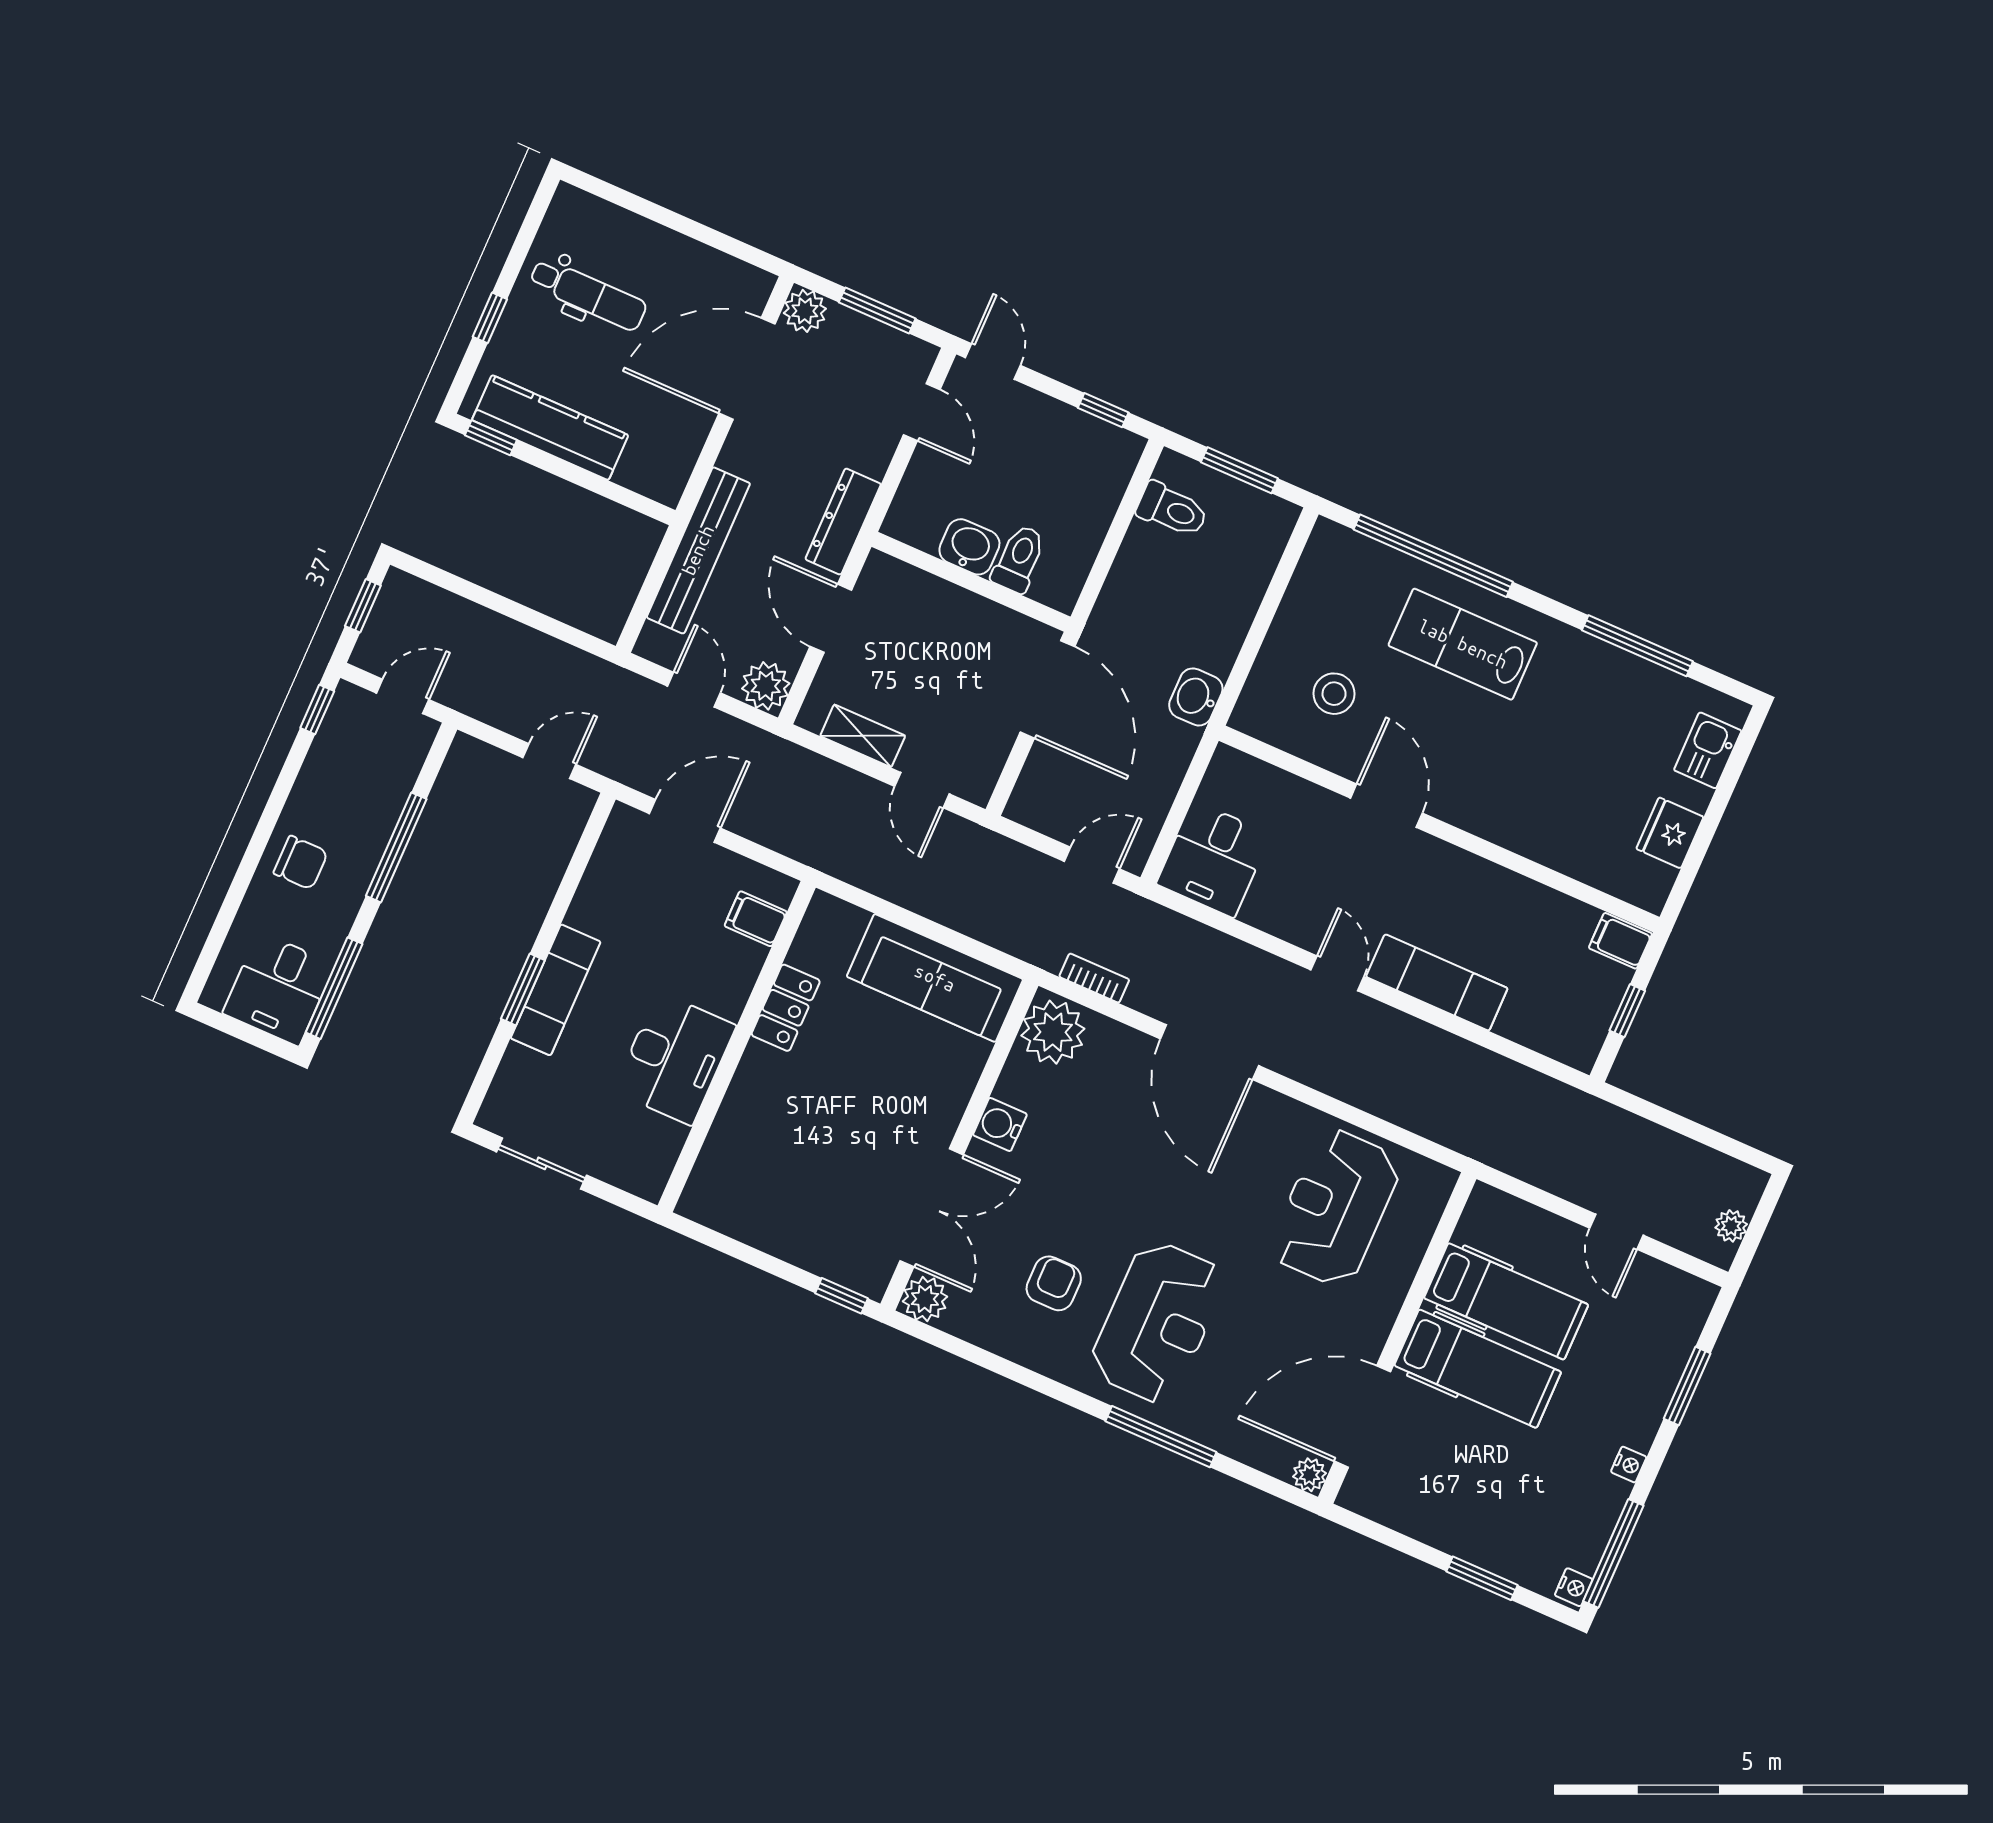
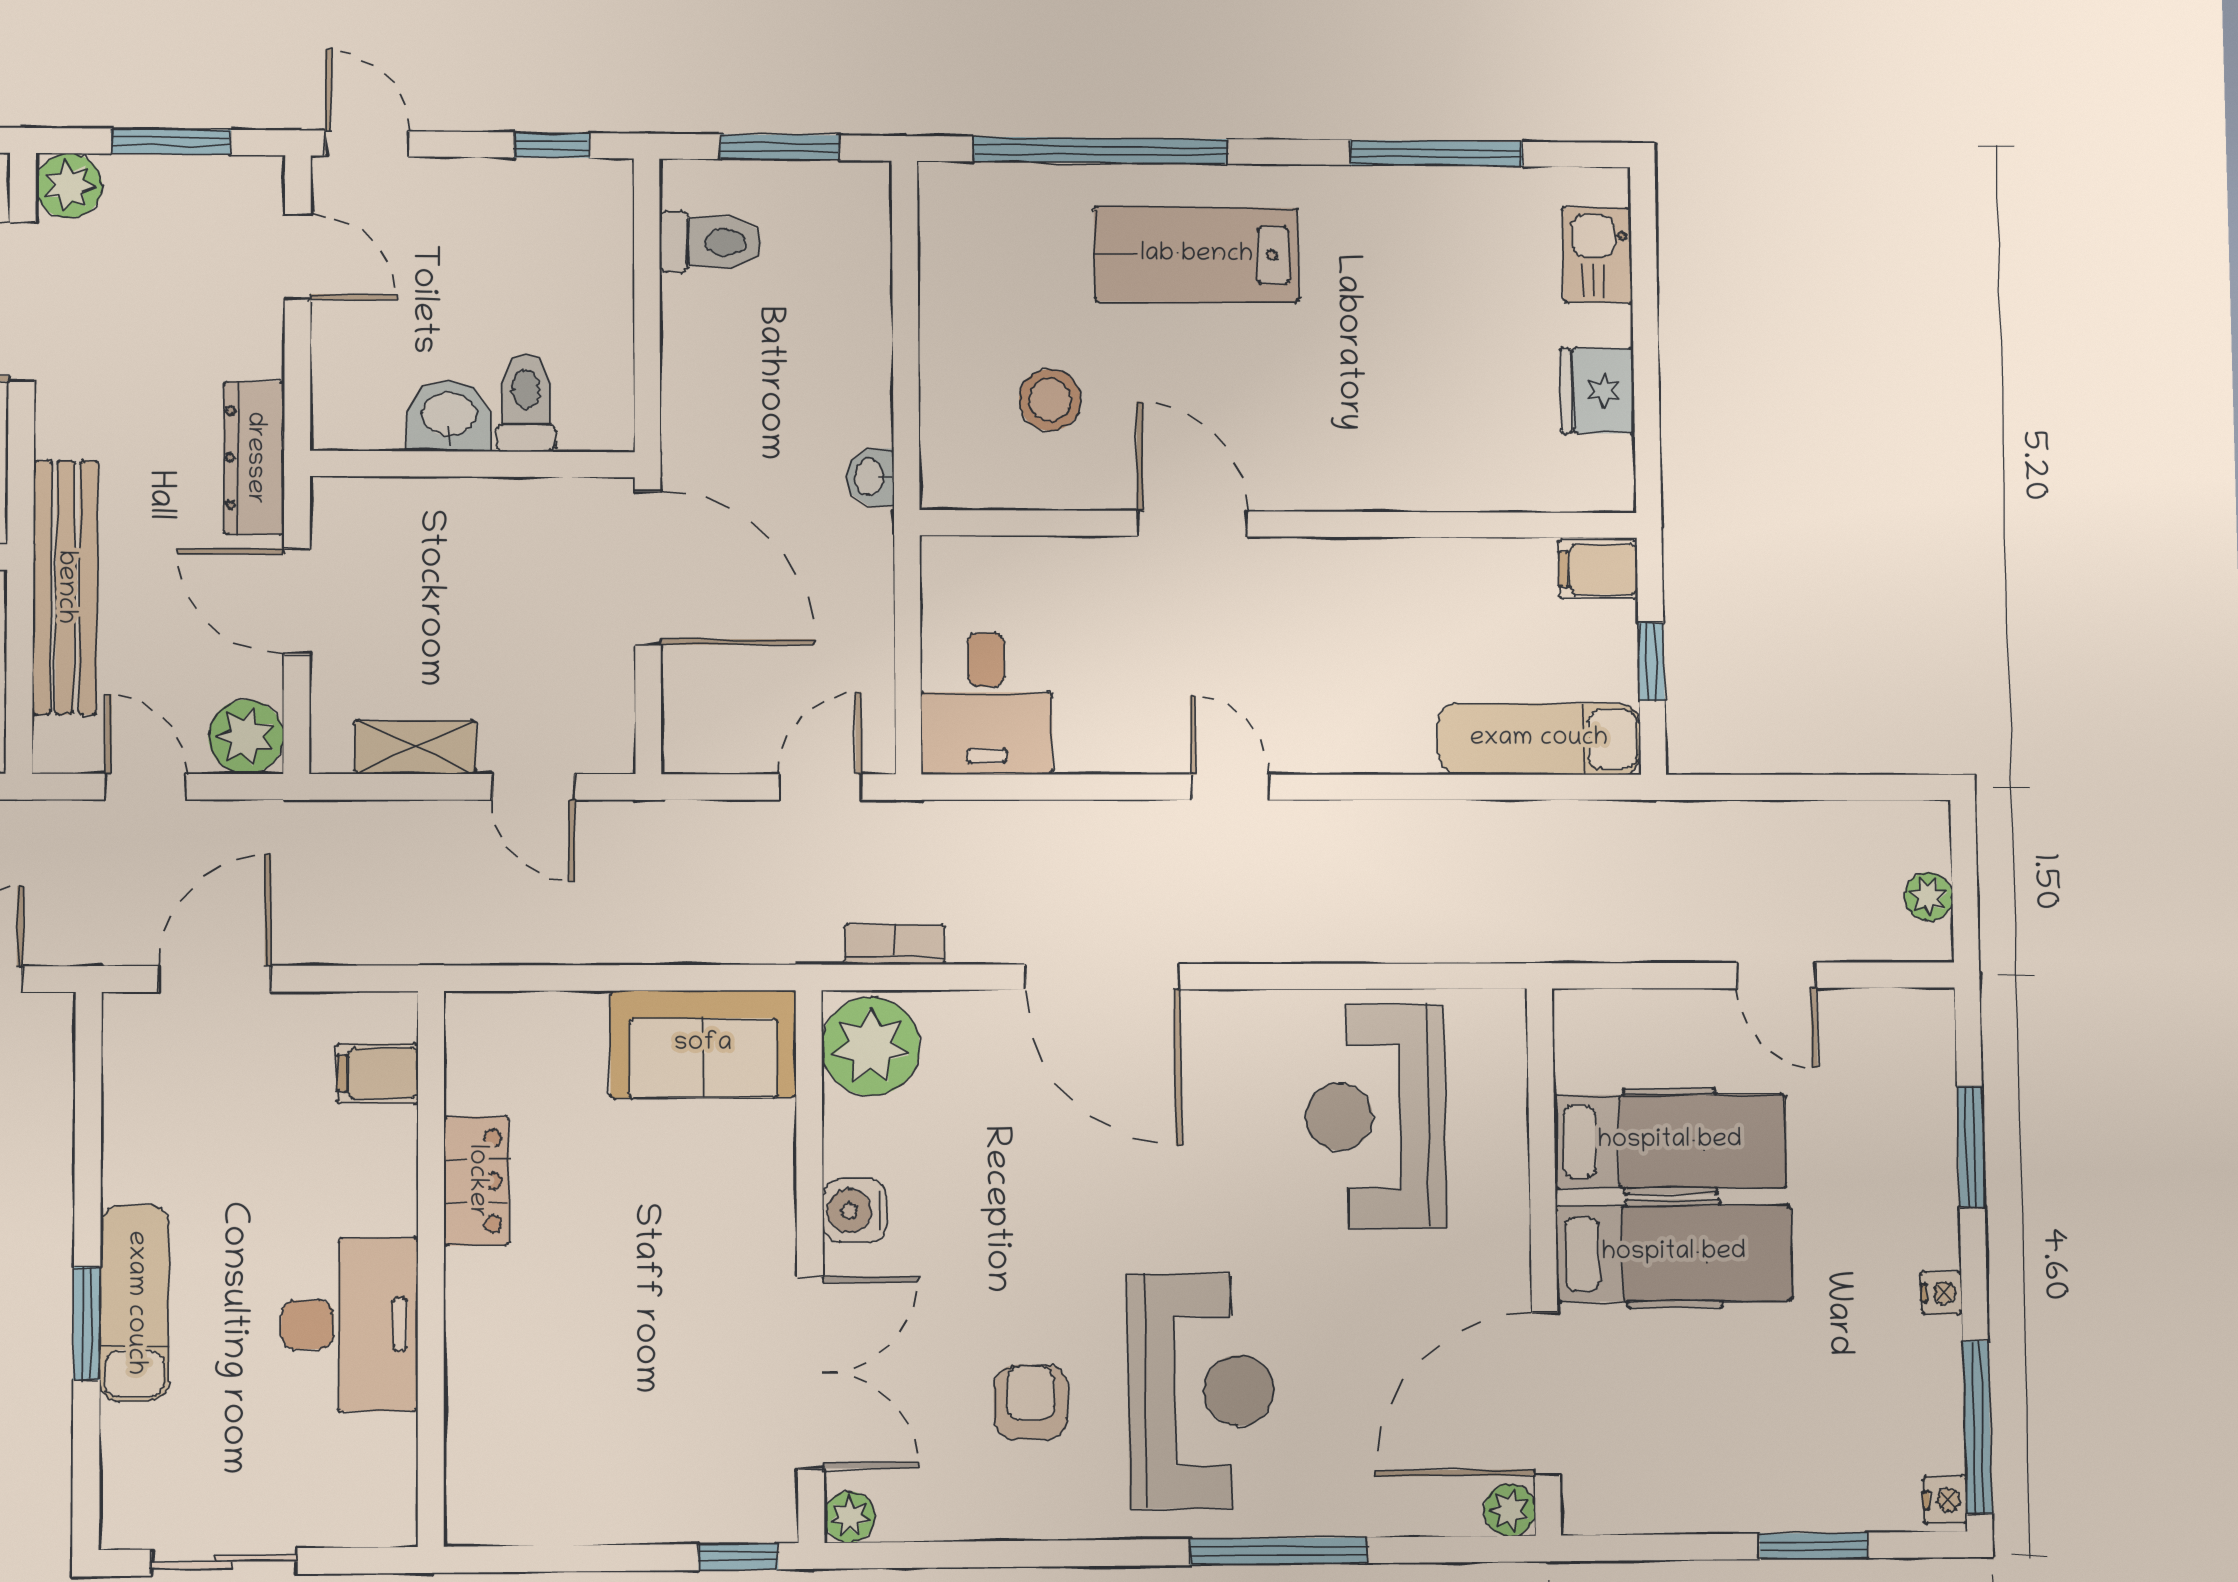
washbasin: (1196, 697) -> (871, 477), width x0.72, depth x0.69
sofa: (935, 978) -> (703, 1044), width x0.73
exam couch: (1437, 982) -> (1539, 739), moved
plant: (925, 1299) -> (849, 1517), width x0.73, depth x0.73

